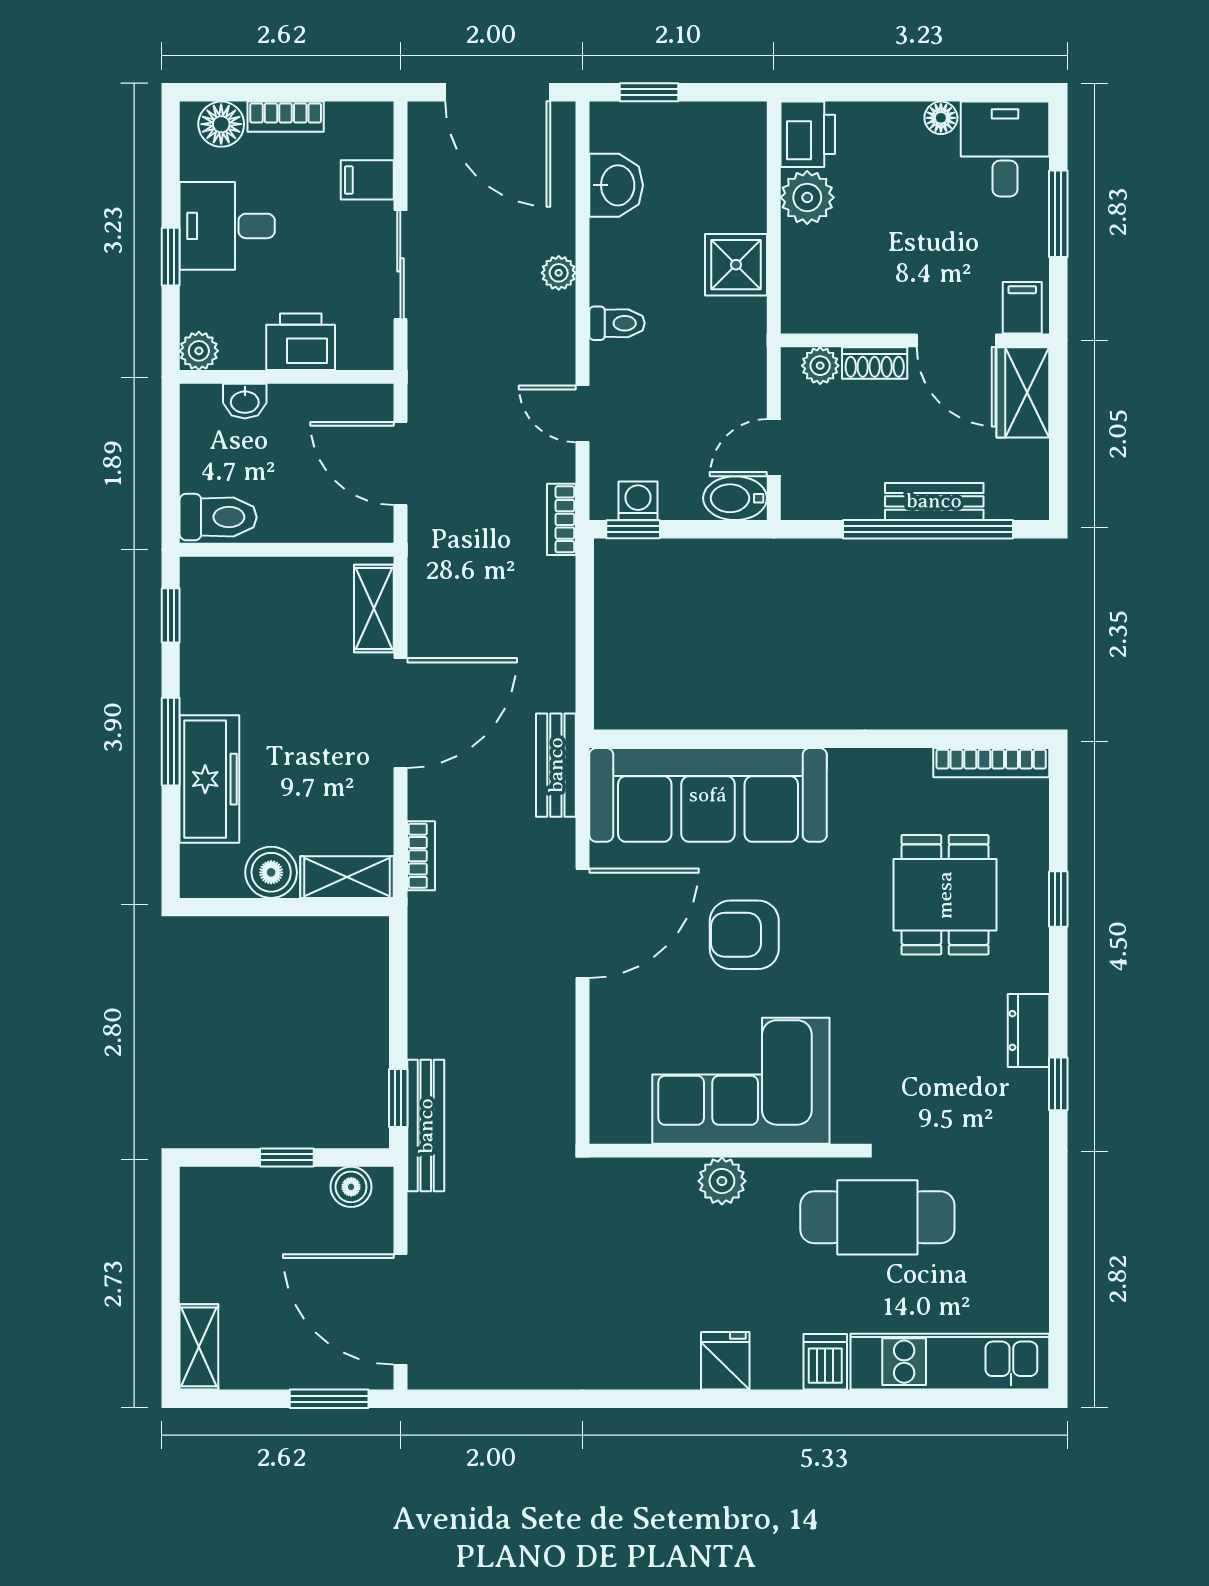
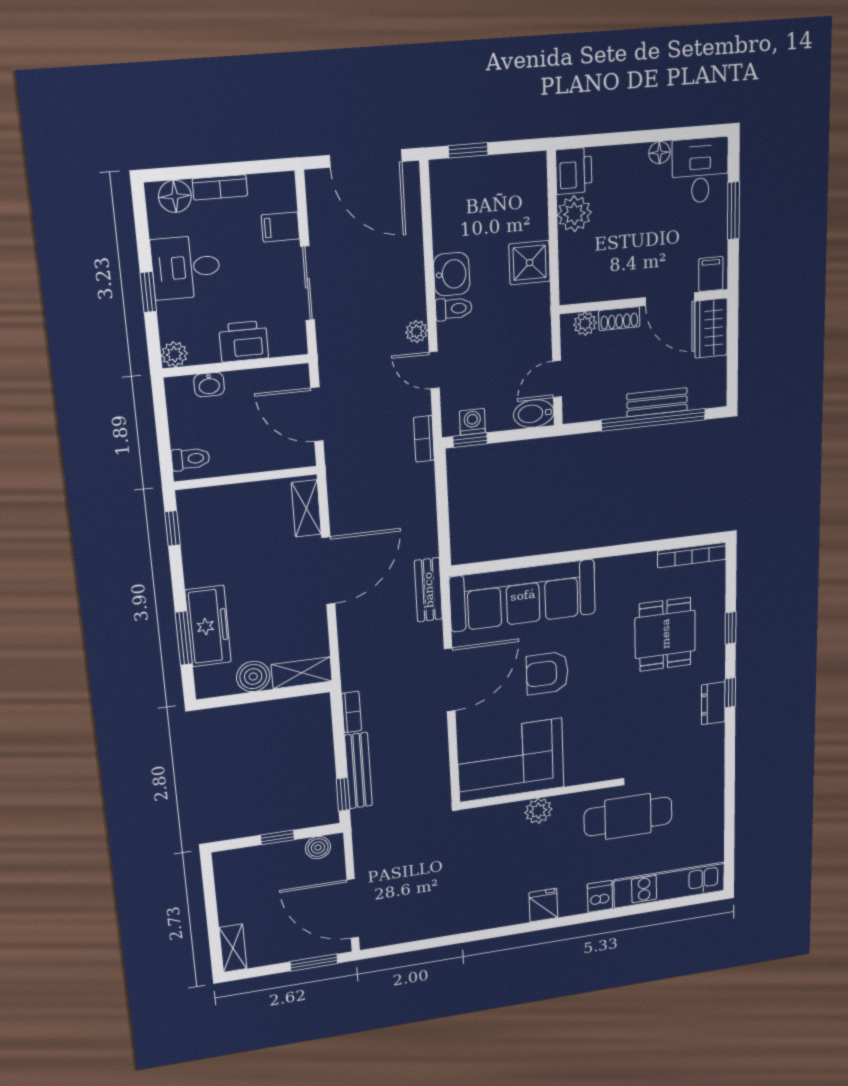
washbasin: (616, 185) -> (452, 274), moved
plant: (559, 273) -> (417, 331), moved
toilet: (218, 517) -> (191, 459), width x0.73, depth x0.72
window: (171, 742) -> (184, 638), moved
bookcase: (421, 856) -> (351, 712), moved
corner sofa: (741, 1081) -> (511, 760), moved
window: (1058, 1084) -> (730, 693), moved
bench: (426, 1126) -> (358, 771), moved

